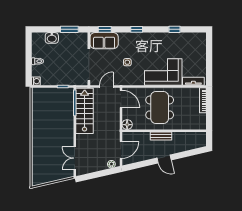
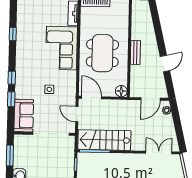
window: (105, 29) -> (11, 99), moved
door: (121, 99) -> (92, 98), hinge flipped
dining table: (160, 107) -> (102, 53), turned 90
door: (121, 150) -> (150, 99), swing flipped
double door: (75, 158) -> (159, 153), swing flipped
door: (164, 159) -> (165, 63), moved

